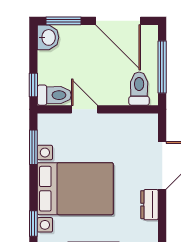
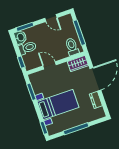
door: (118, 21) -> (51, 18), width x0.53
toilet: (54, 95) -> (27, 48), moved
wardrobe: (139, 124) -> (78, 64), added
bed with nightstands: (75, 189) -> (58, 105), width x0.73

